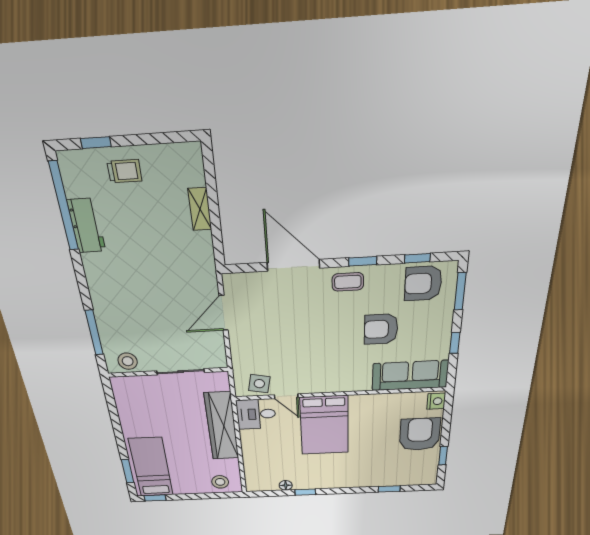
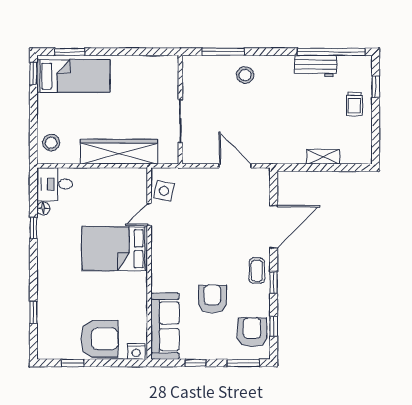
stool: (128, 361) -> (245, 75), moved
desk: (256, 414) -> (55, 184), moved, turned -90

